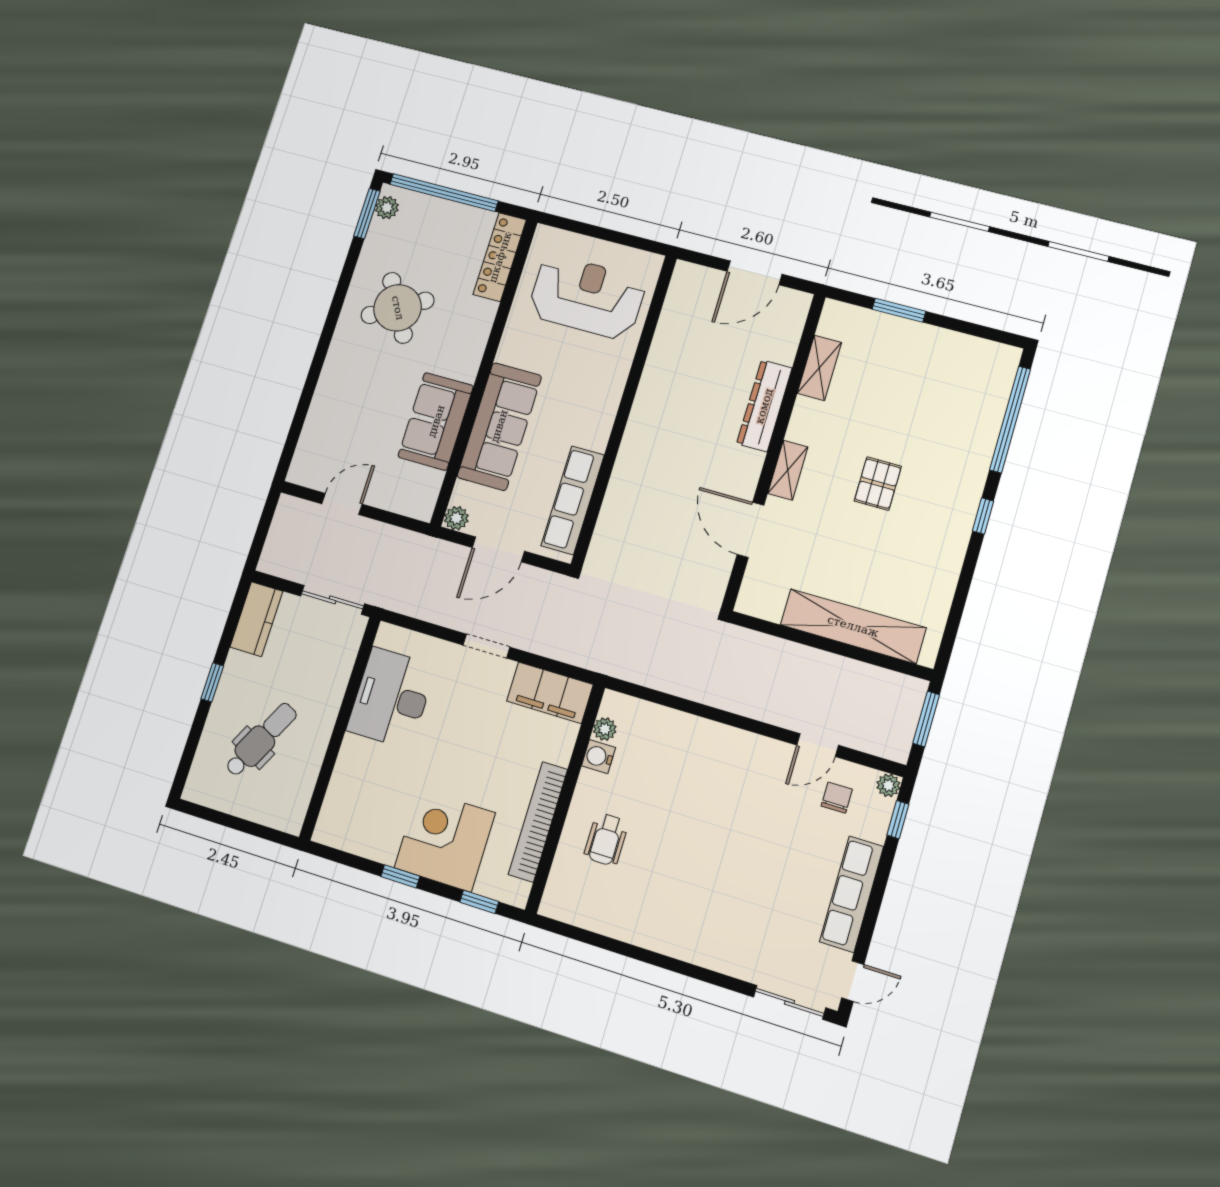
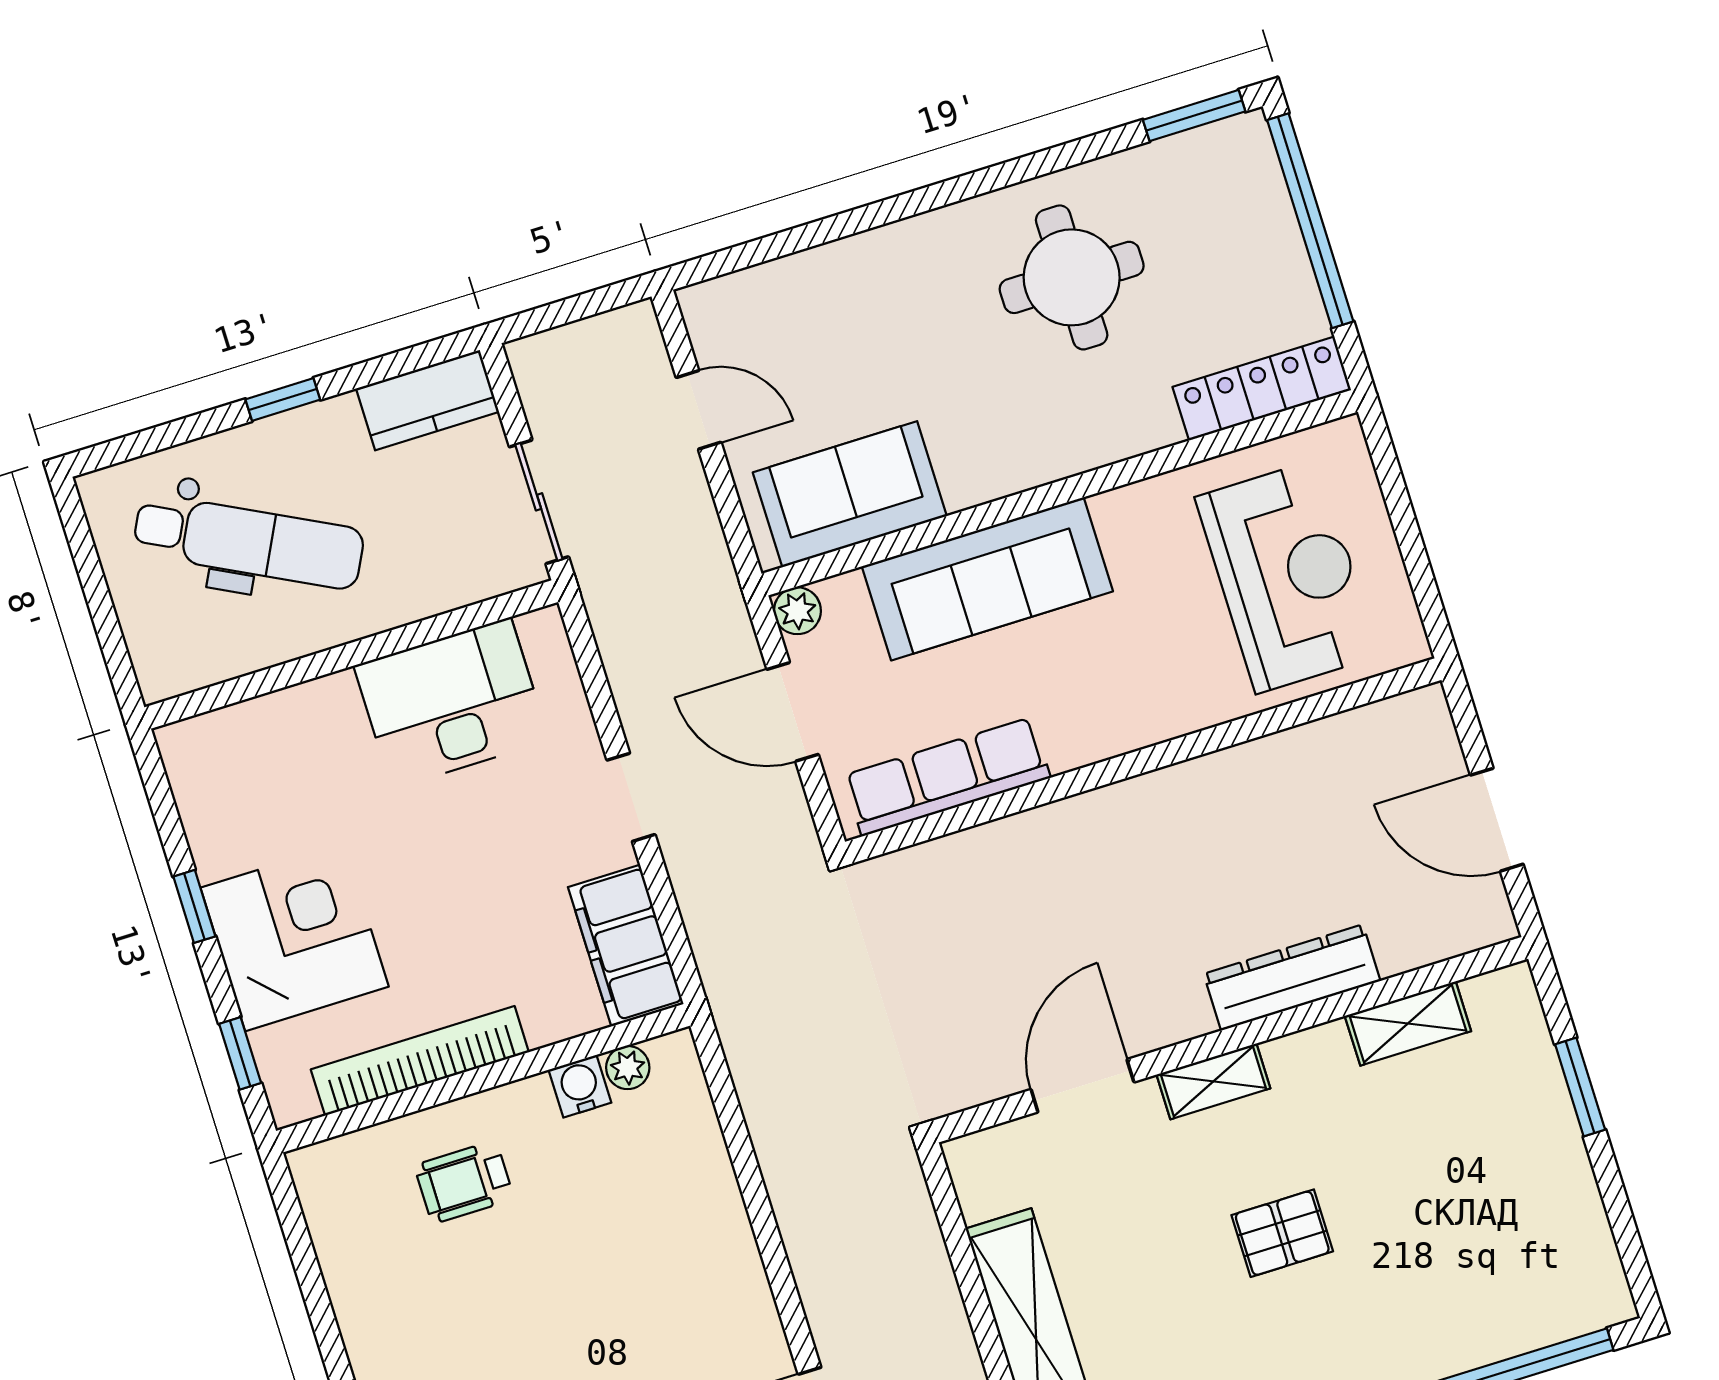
plant: (387, 208) -> (1225, 142), removed
round table: (398, 308) -> (1072, 277), turned 30
sofa: (436, 421) -> (850, 494), moved
dental chair: (261, 740) -> (249, 541), width x1.36, depth x1.38

